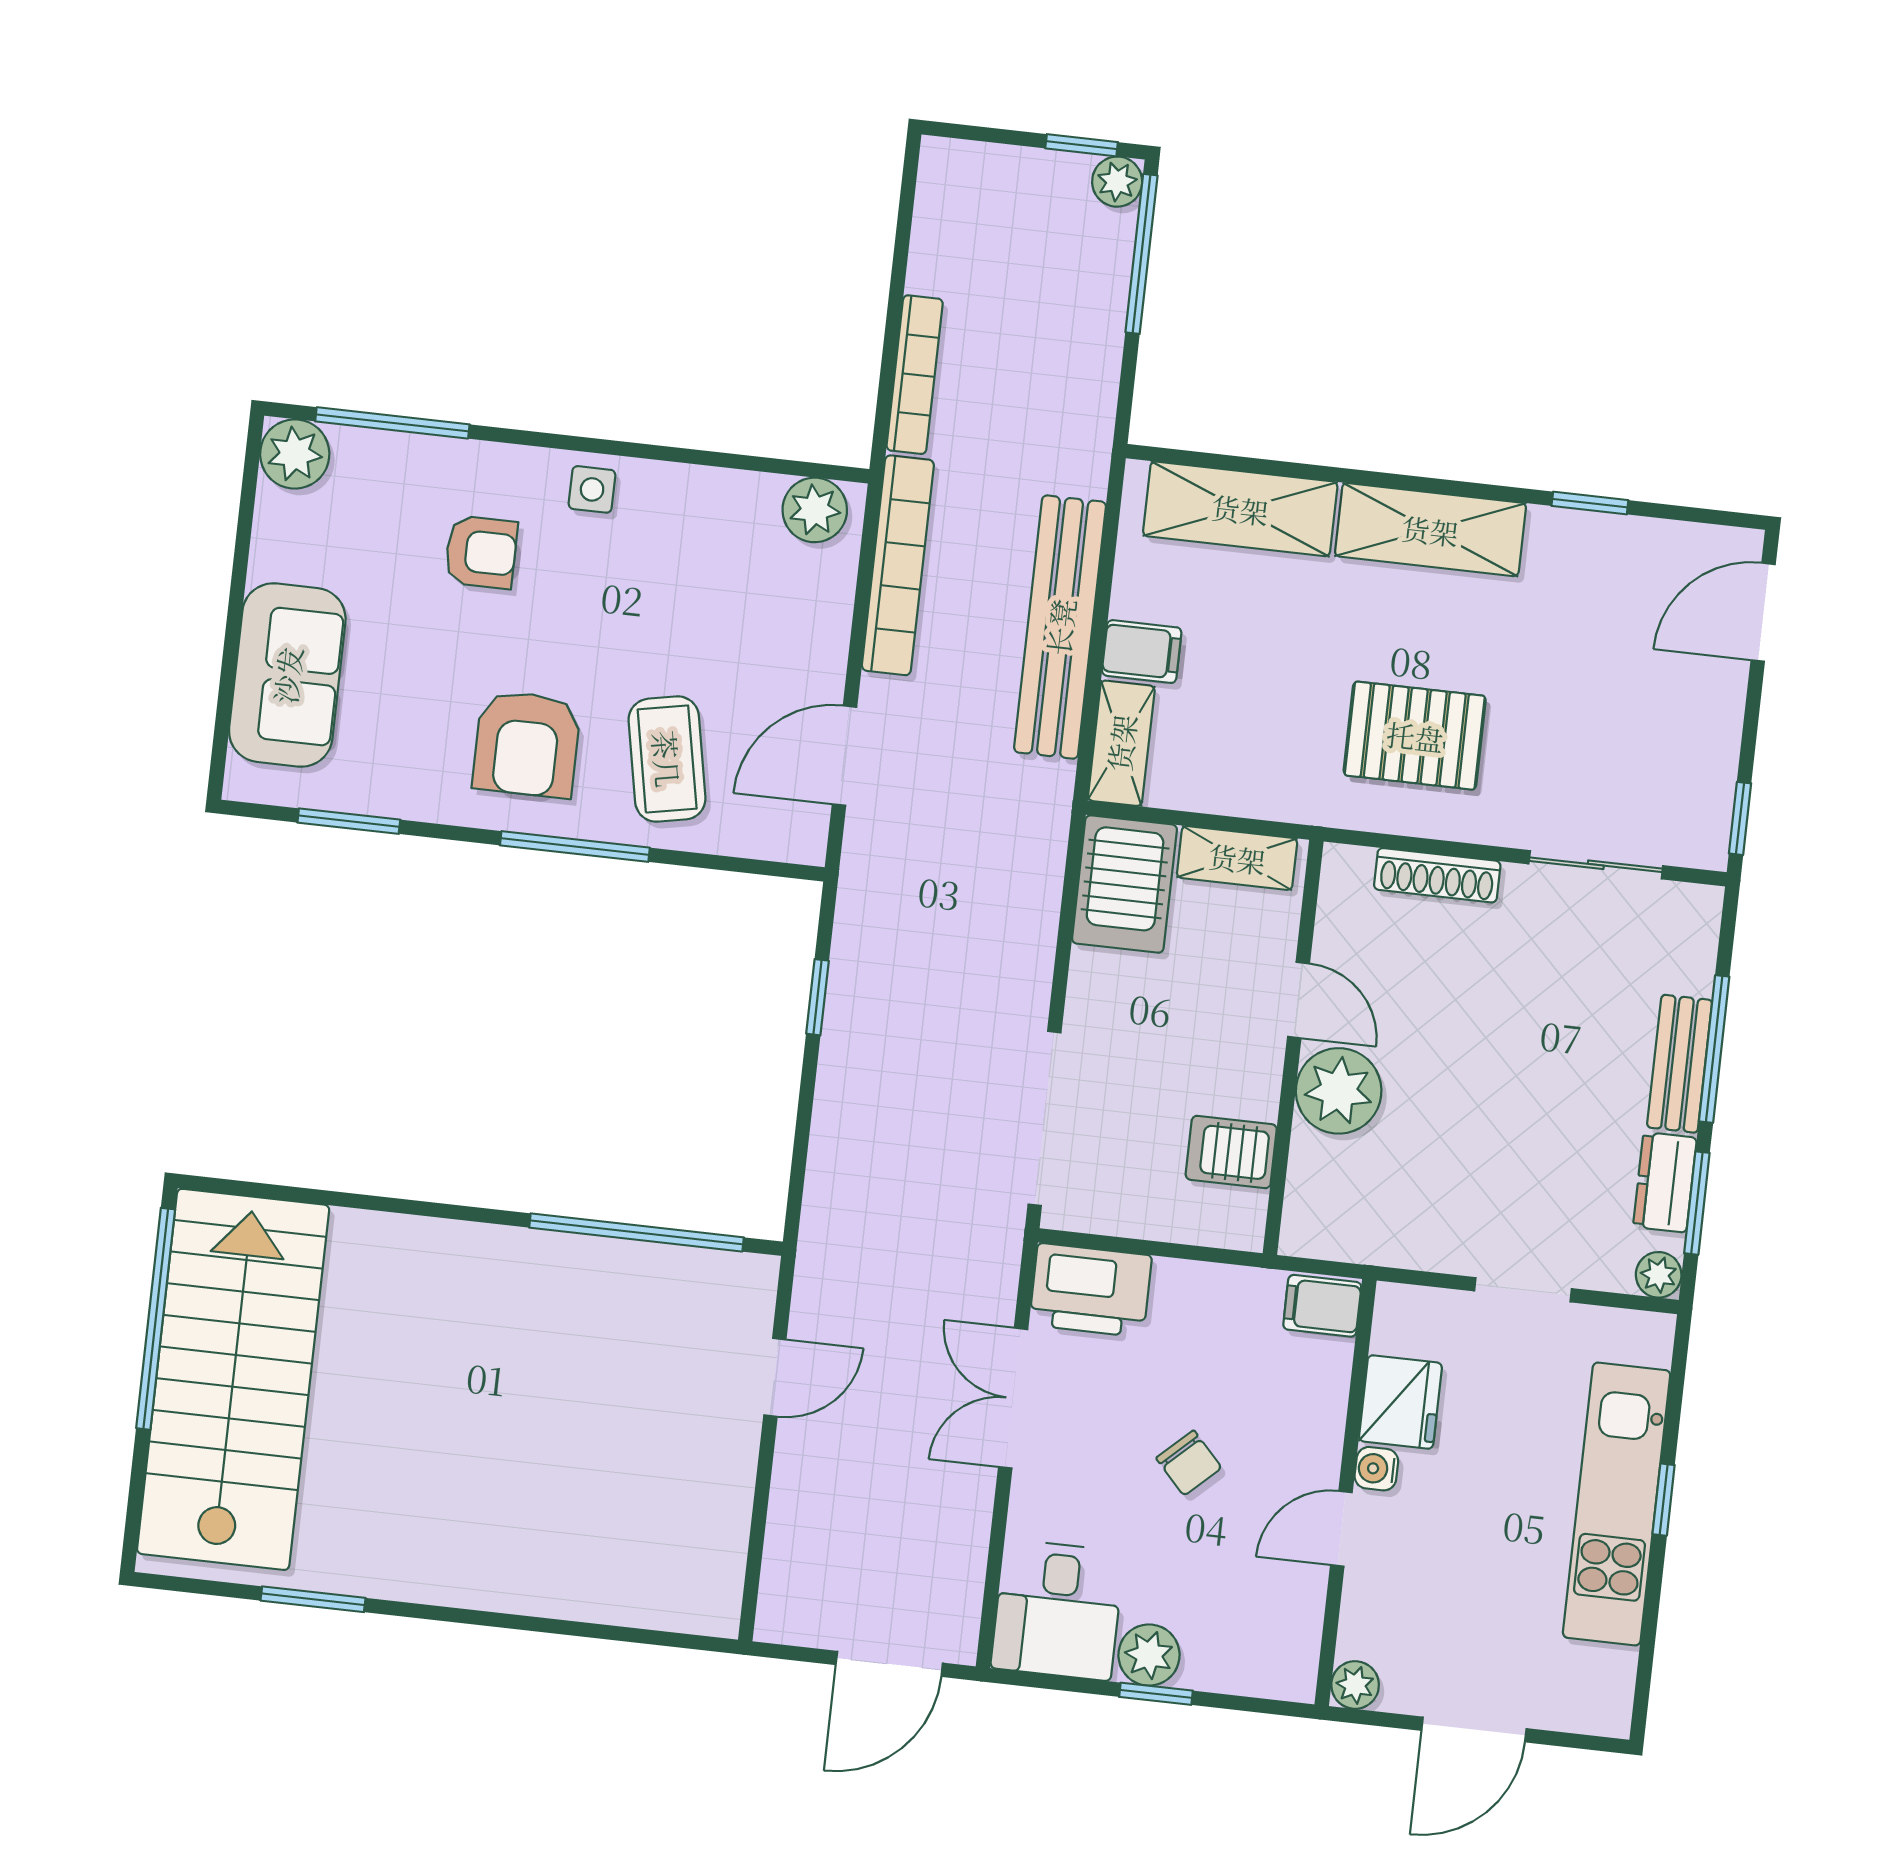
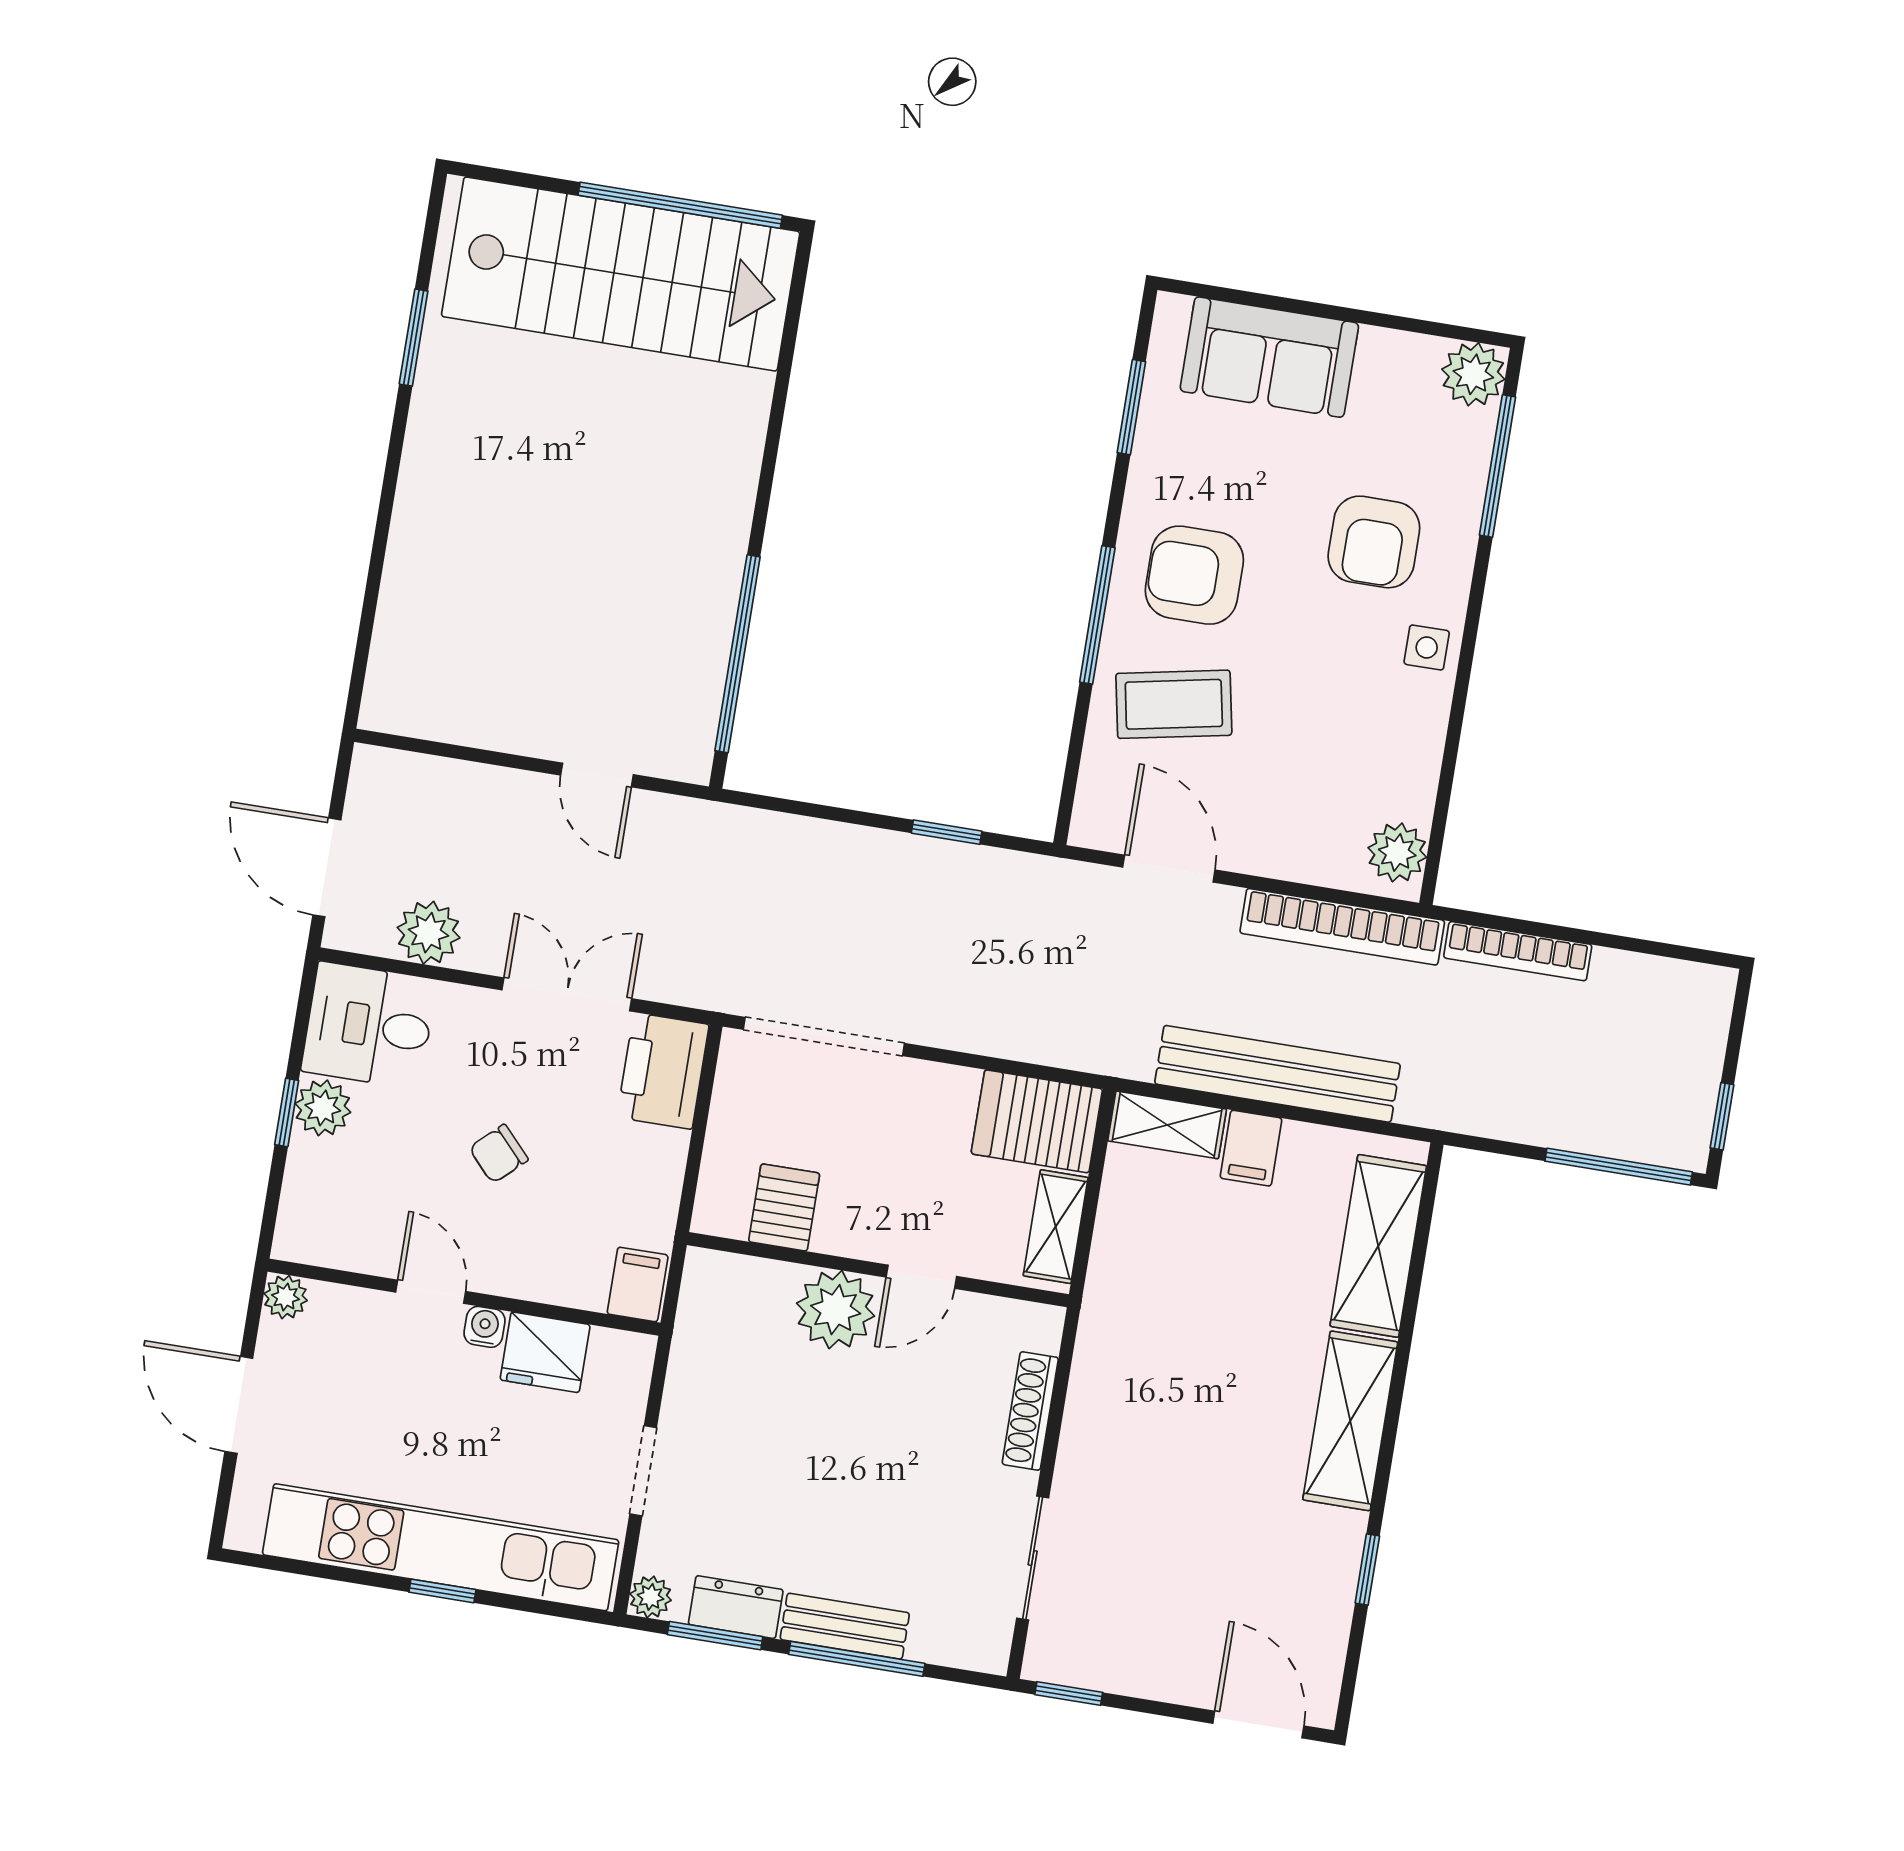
plant: (1117, 182) -> (429, 933), moved, width x1.38, depth x1.38
armchair: (481, 552) -> (1374, 542), width x1.38, depth x1.38
pallet: (1415, 736) -> (1161, 1397), removed
kitchen unit: (1617, 1504) -> (441, 1547), width x1.36

